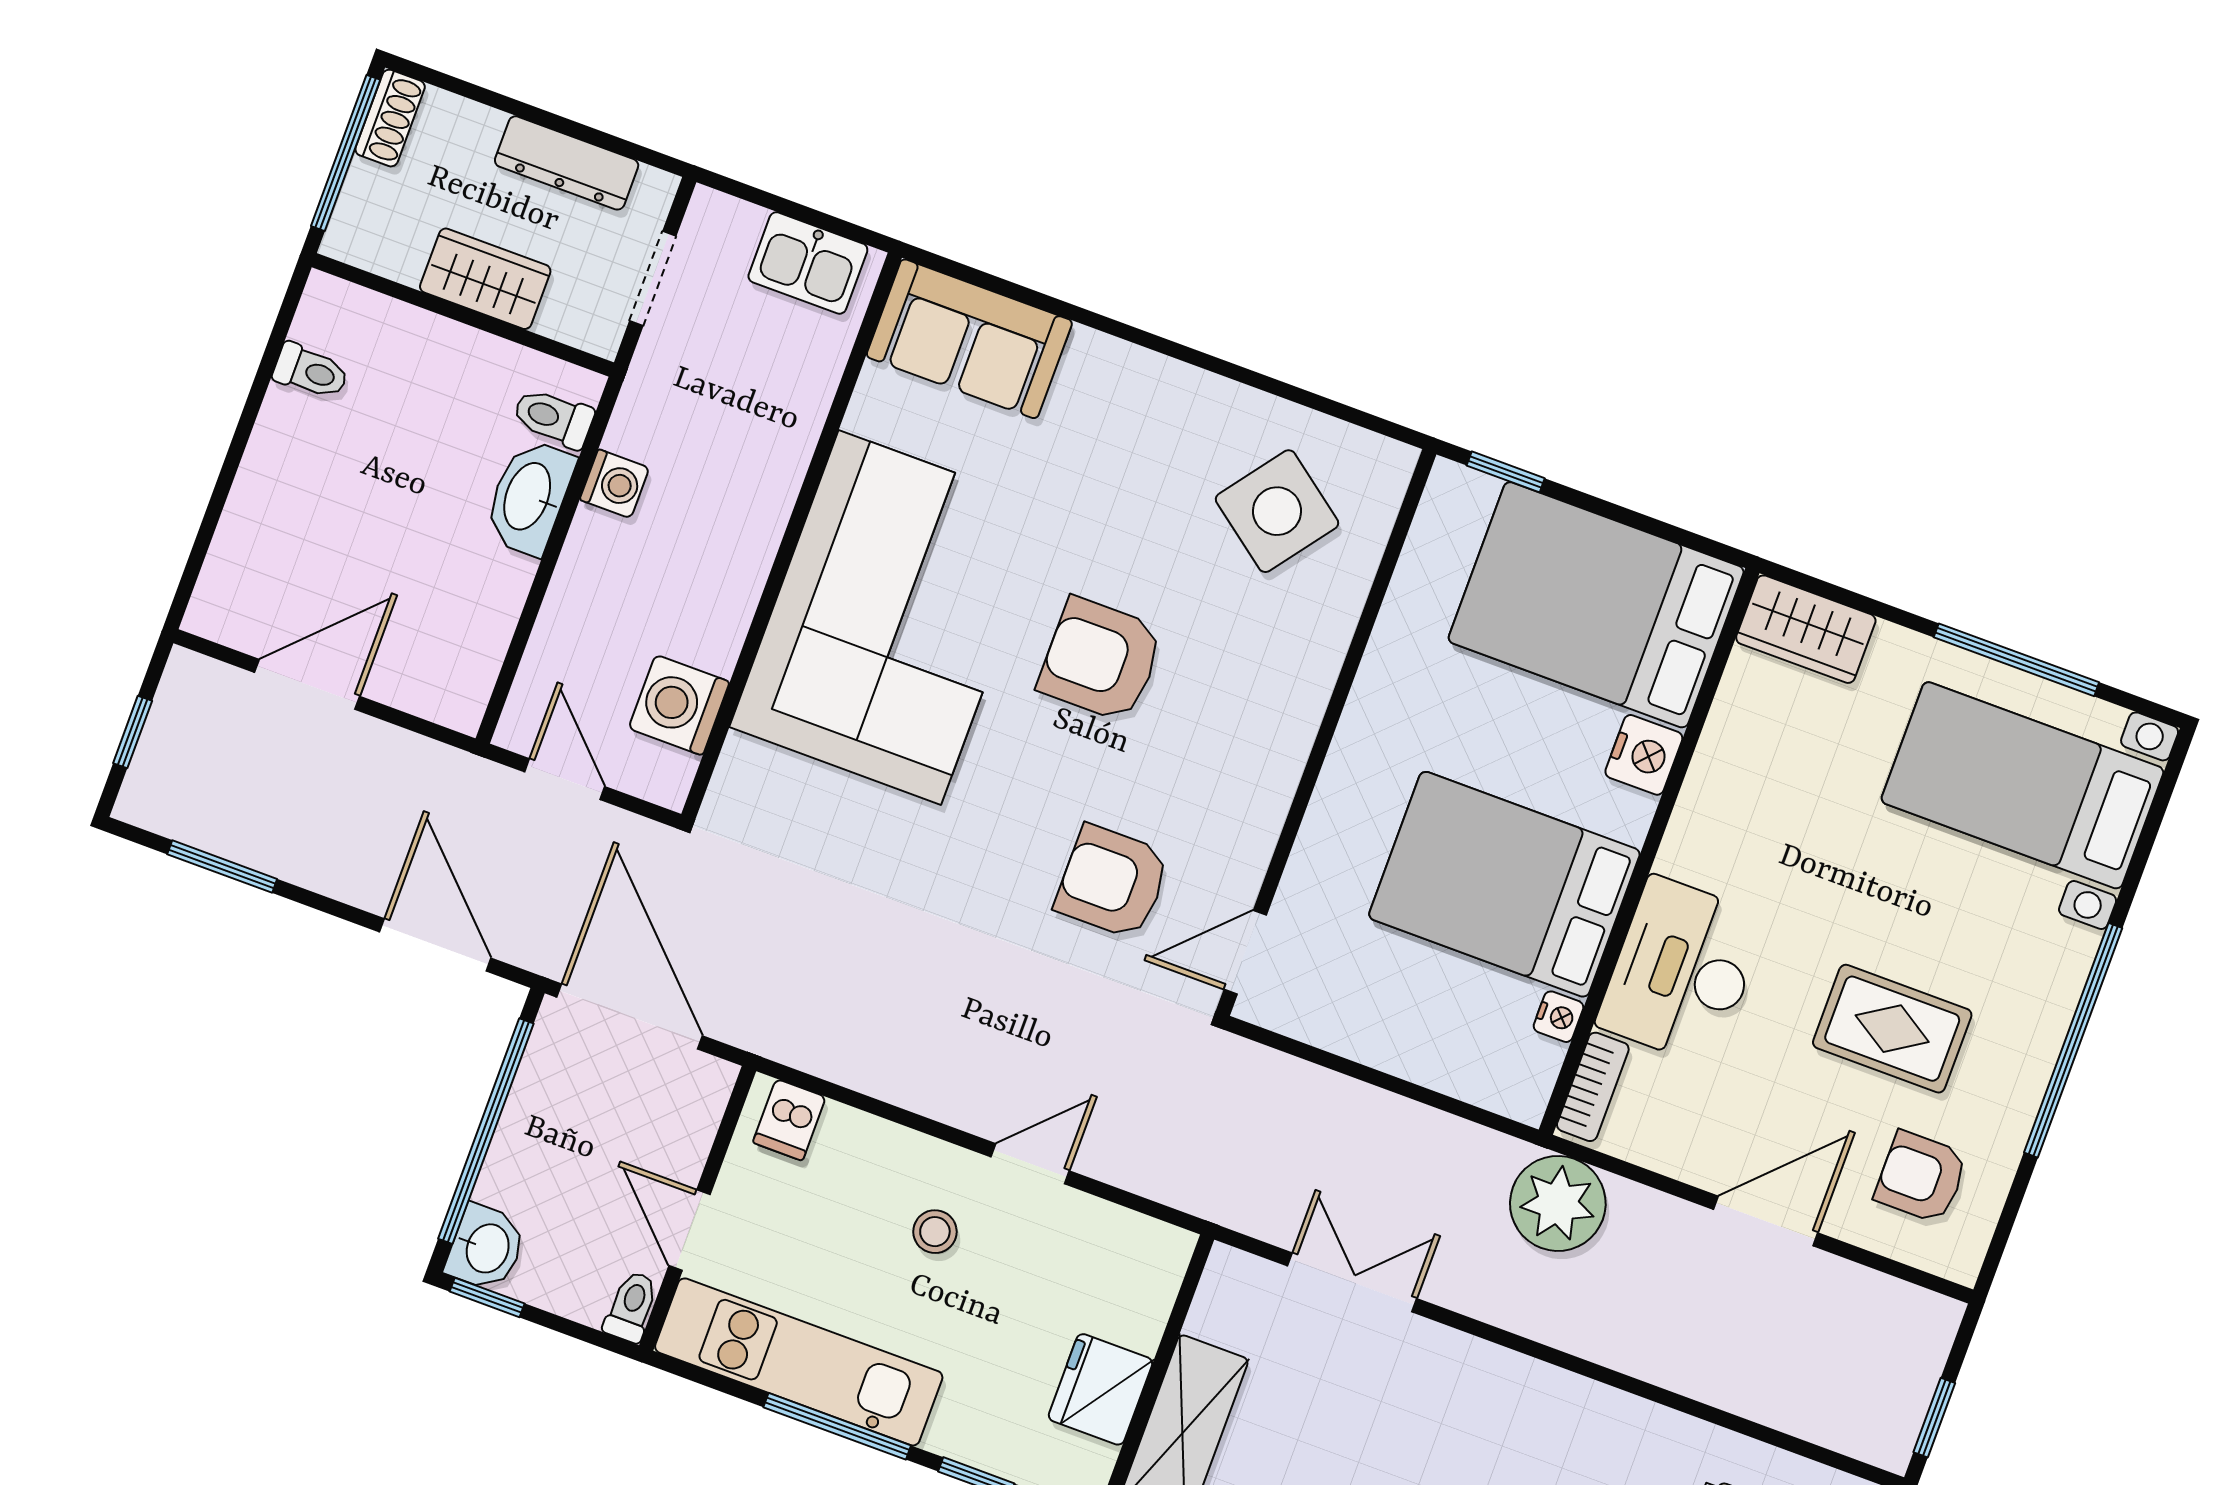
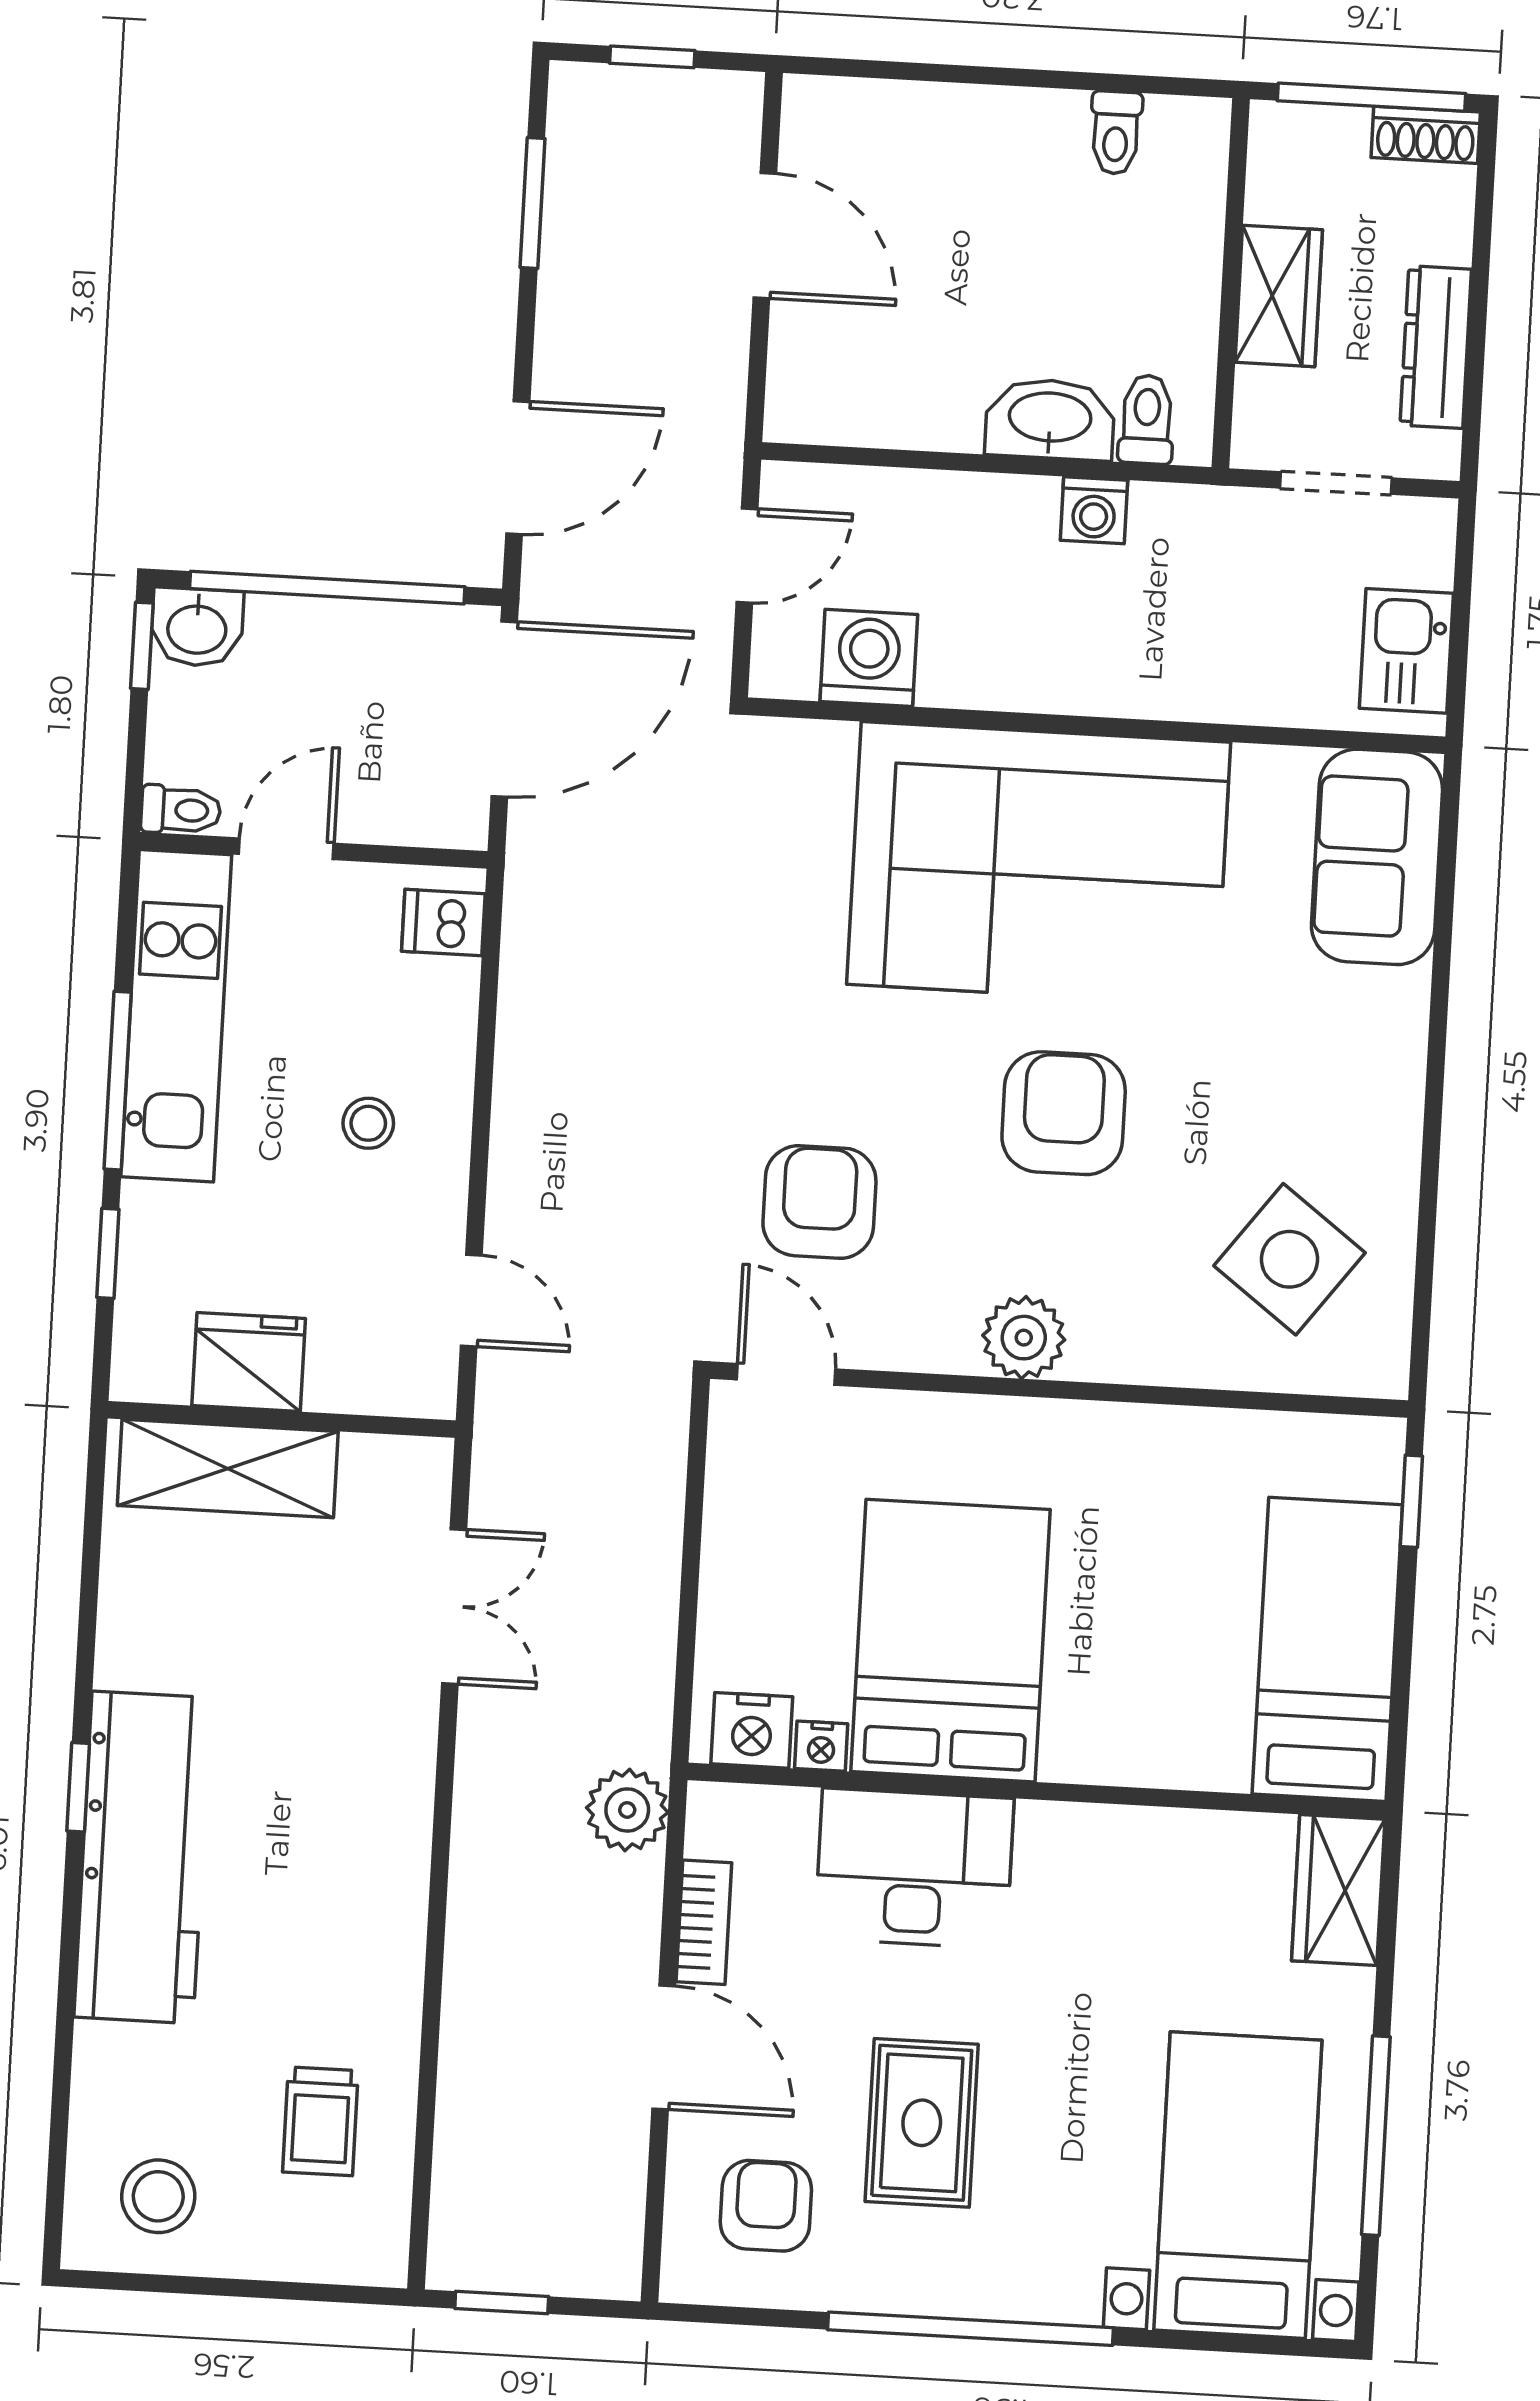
bed: (1596, 605) -> (1327, 1649), width x0.67
plant: (1275, 748) -> (1024, 1338), added
nightstand: (1644, 755) -> (752, 1730), moved
bookcase: (1593, 1087) -> (704, 1922), moved, turned -90
door: (1030, 1164) -> (471, 1300), moved
plant: (1558, 1203) -> (627, 1810), width x0.73, depth x0.73

